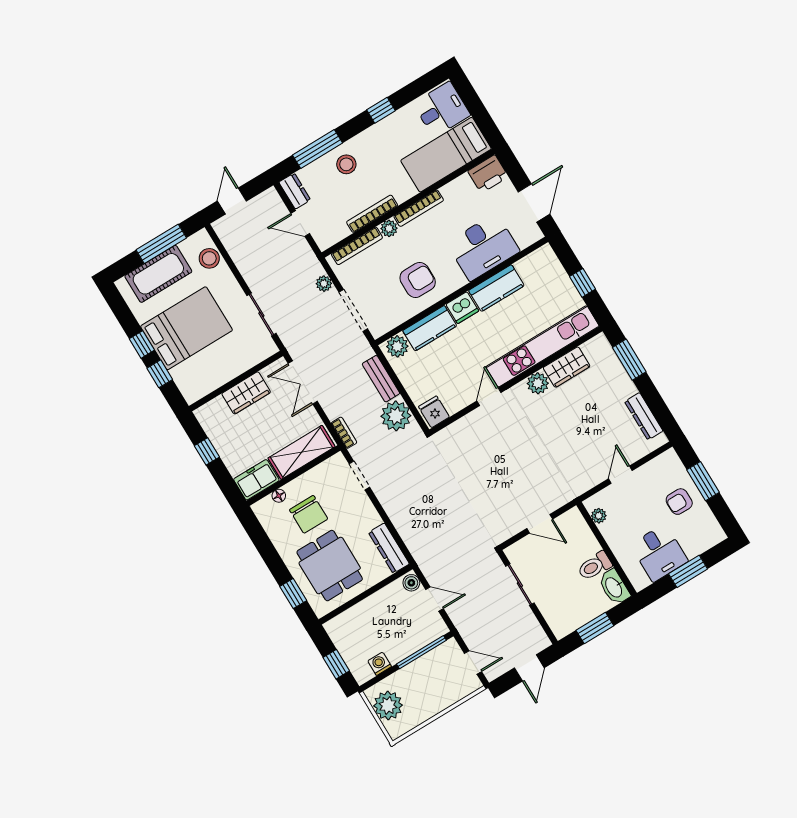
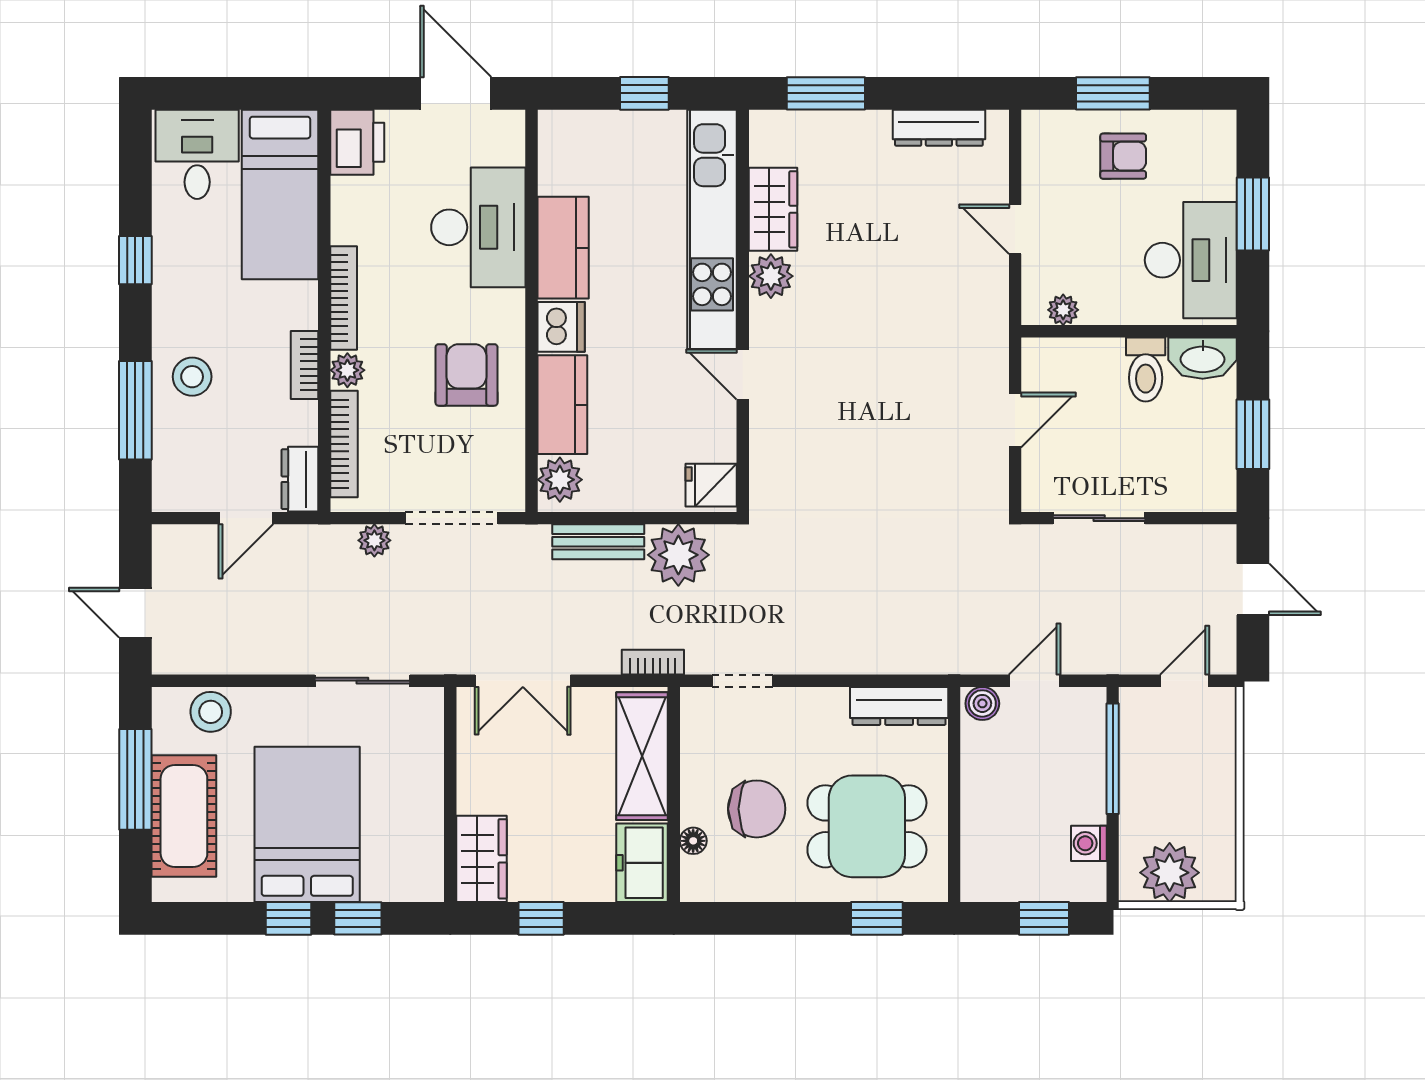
dresser: (295, 191) -> (300, 479), moved, turned -90
bookcase: (372, 214) -> (305, 365), width x0.64
wardrobe: (246, 393) -> (481, 859), moved
armchair: (679, 502) -> (1123, 156), turned -90
desk: (659, 553) -> (1191, 260), width x1.37

